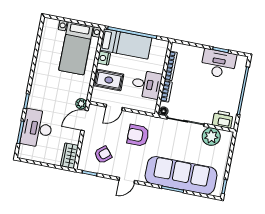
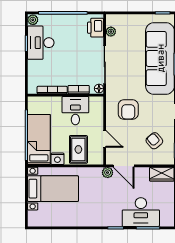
plant: (242, 60) -> (33, 20), added
plant: (211, 137) -> (111, 32), width x0.53, depth x0.53

